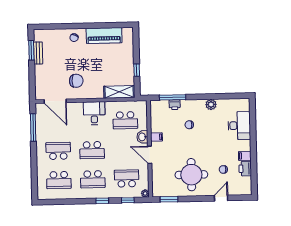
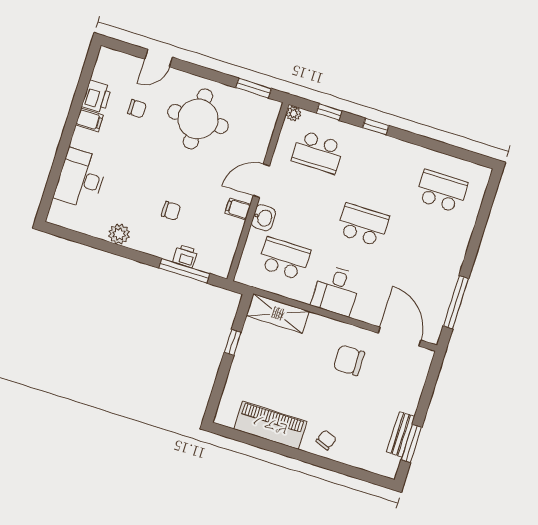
school desk: (58, 151) -> (425, 244), removed
door: (150, 155) -> (261, 181), swing flipped
school desk: (93, 179) -> (380, 172), removed

